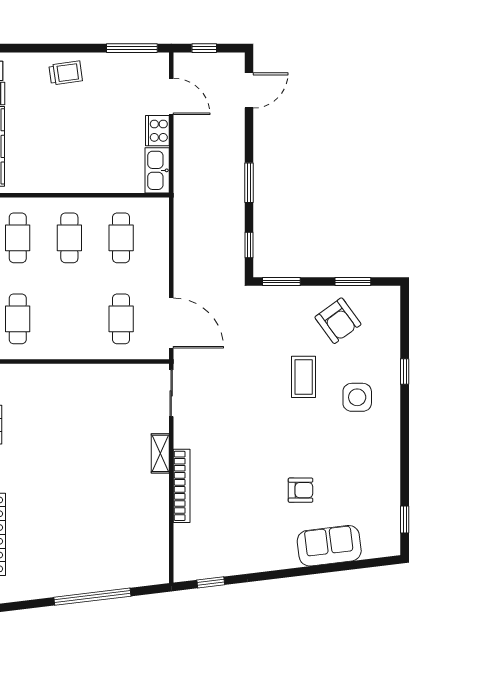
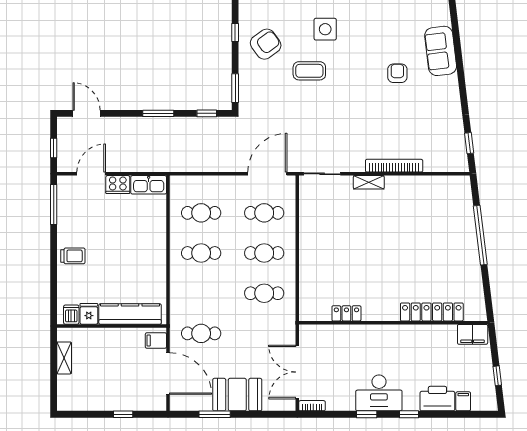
trolley: (66, 73) -> (73, 256), turned 98
cafe table: (18, 238) -> (264, 253), moved
window: (353, 282) -> (235, 33), width x0.67

